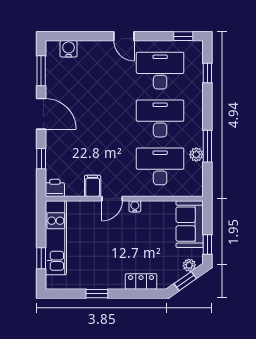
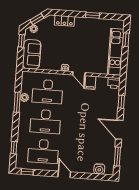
door: (112, 199) -> (79, 74), swing flipped

